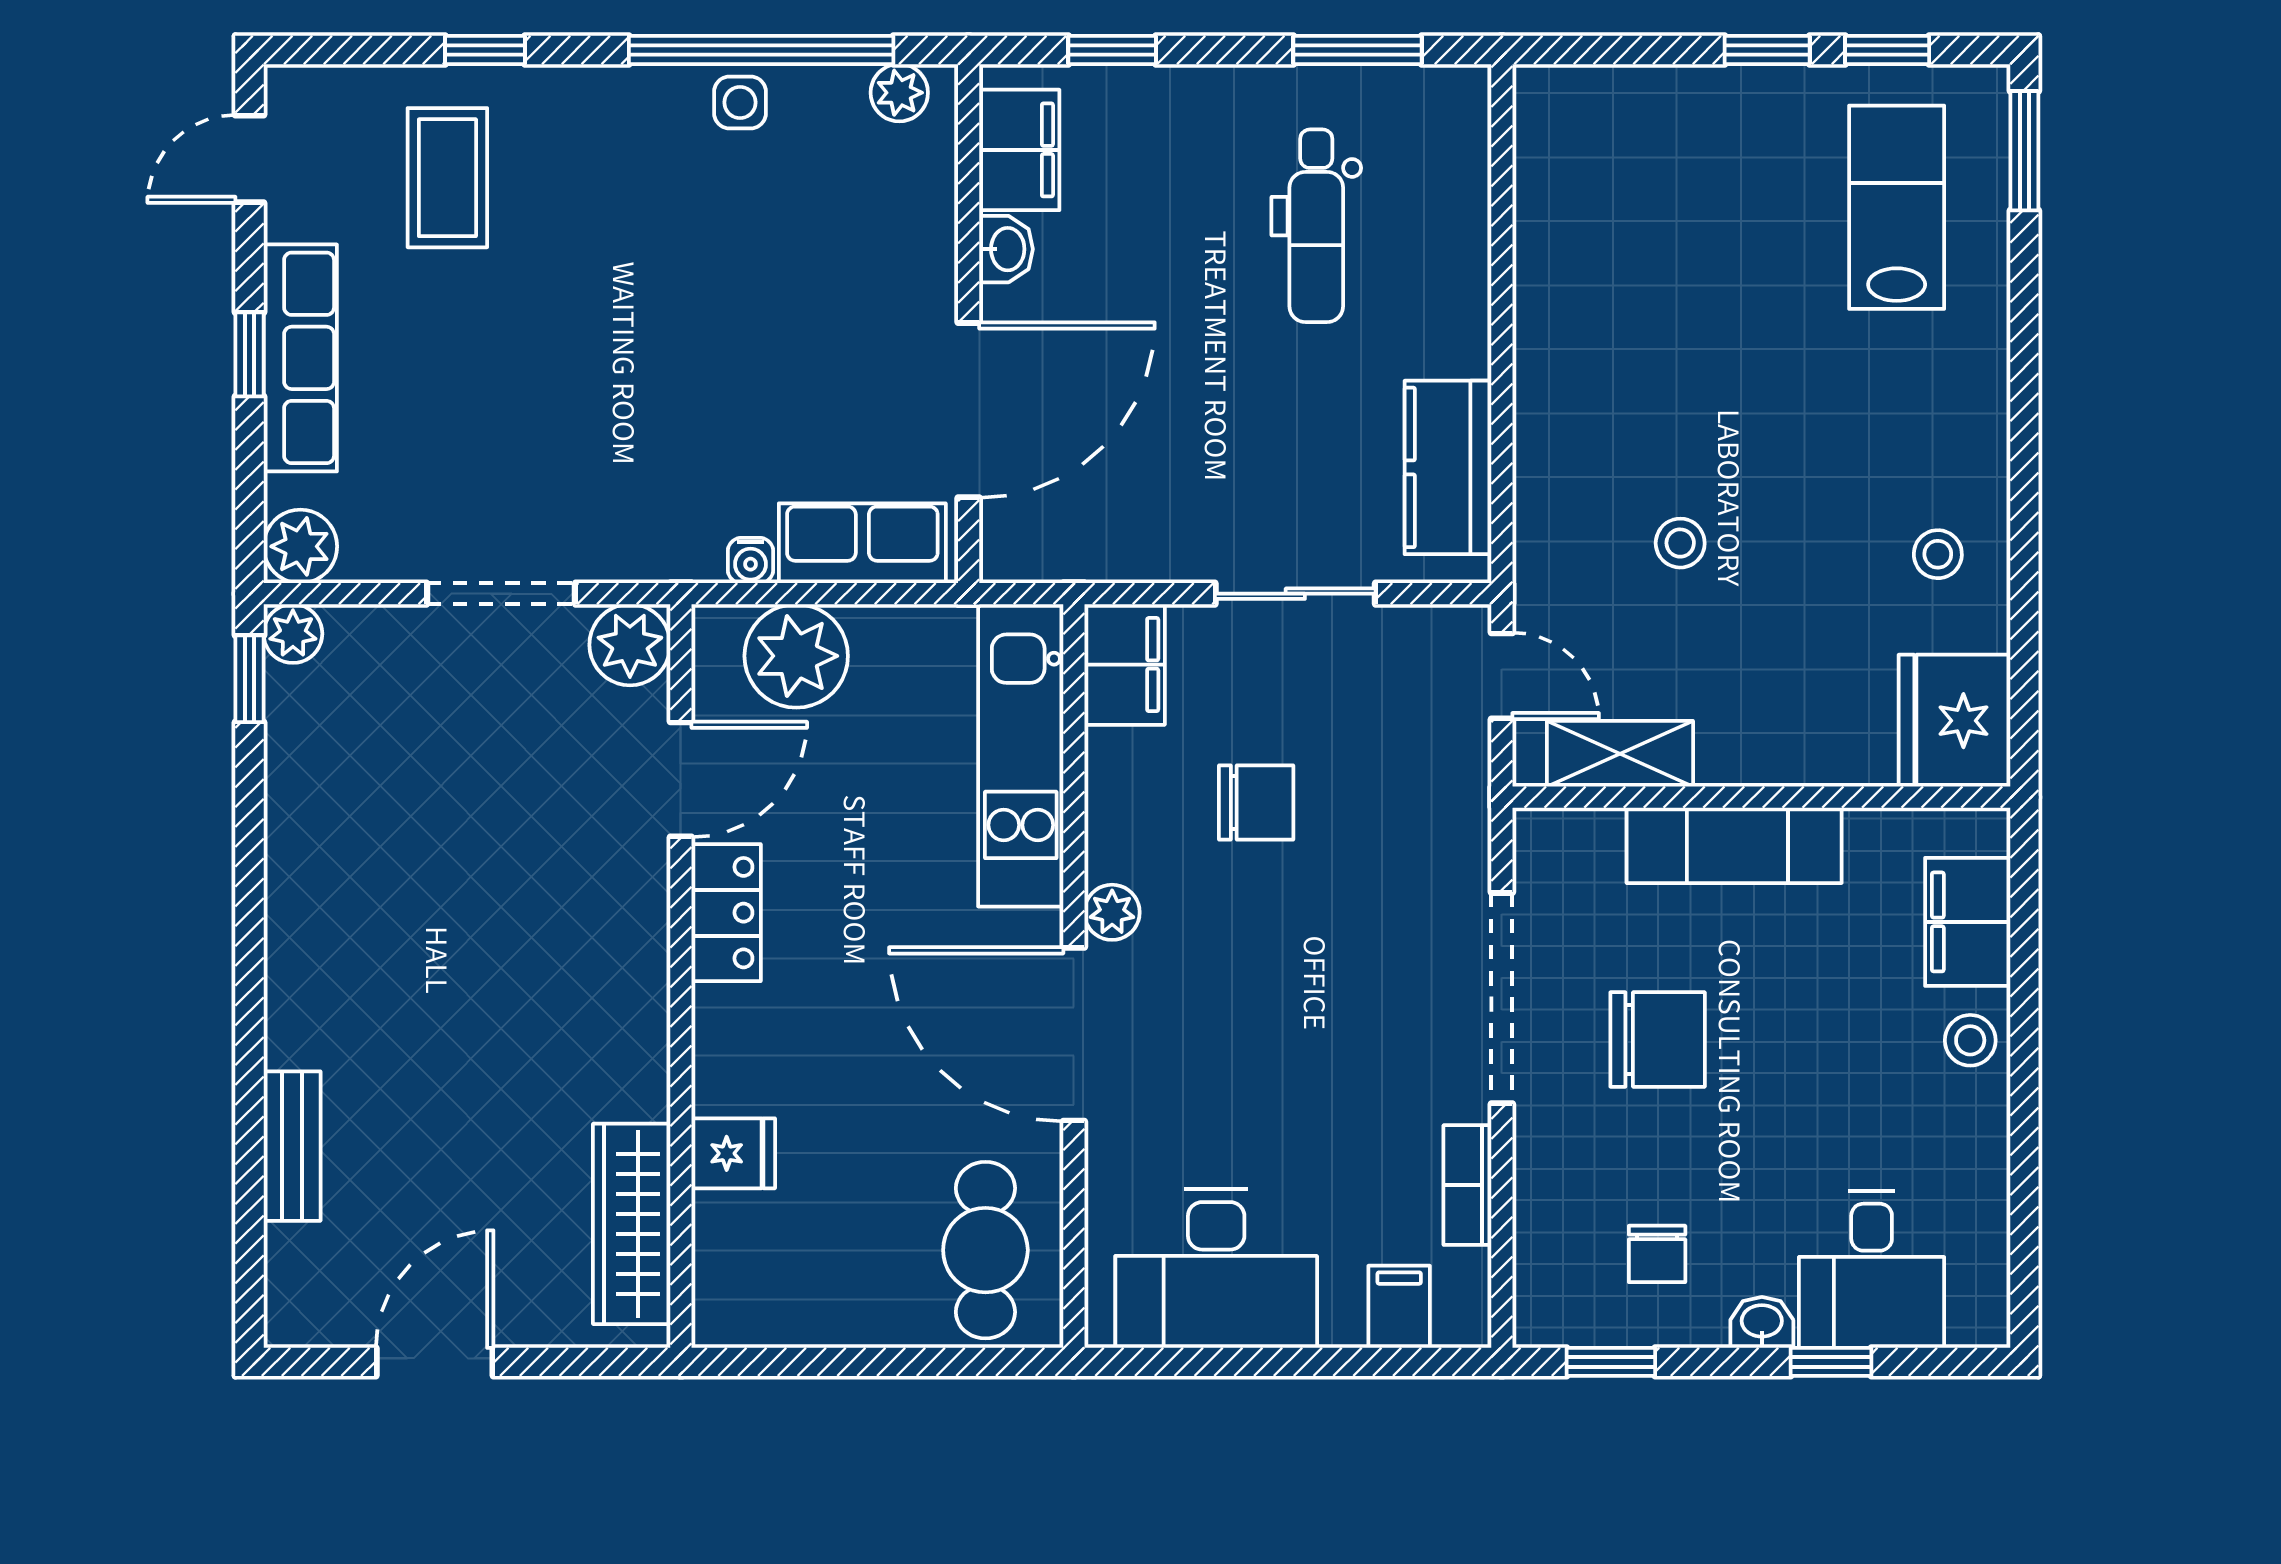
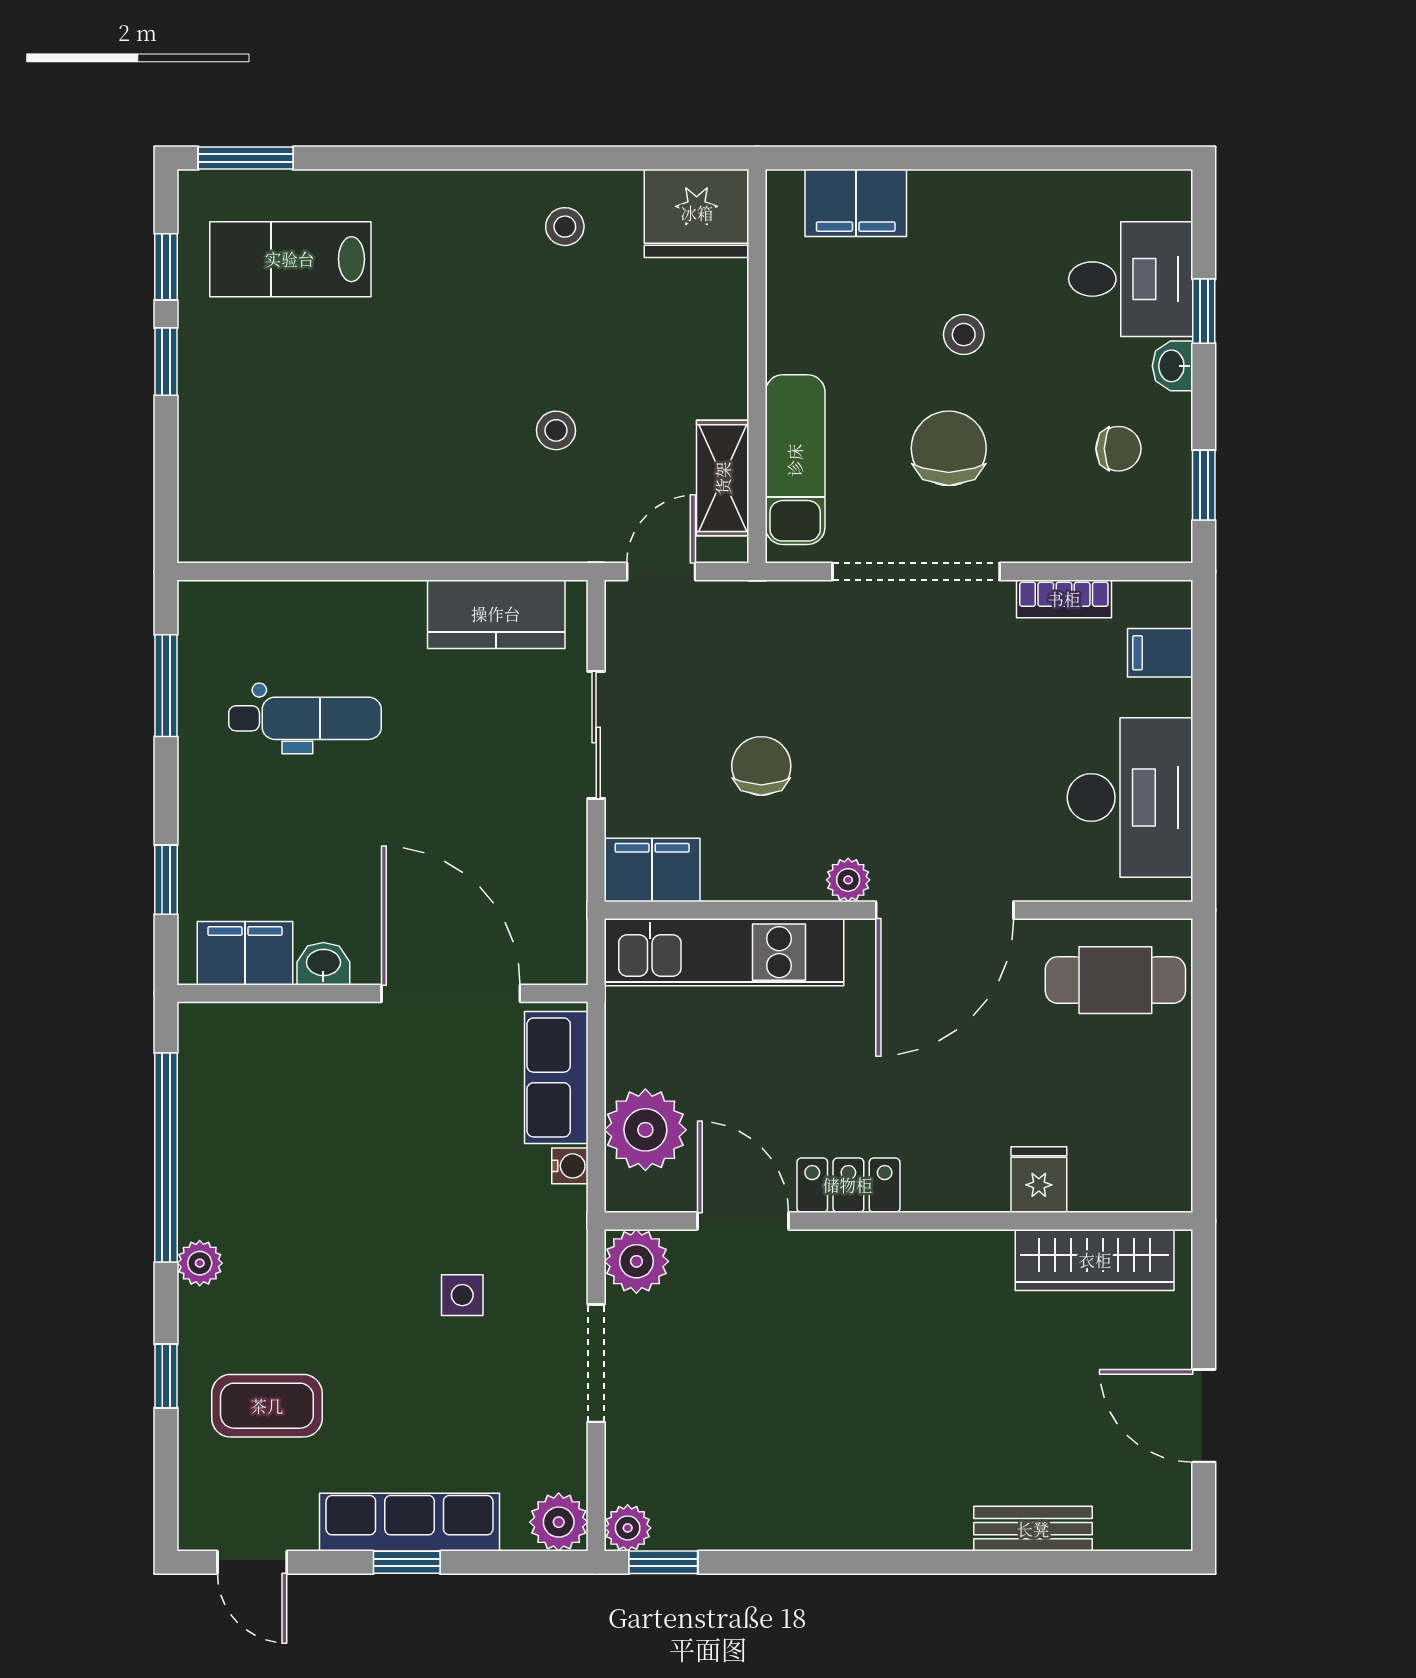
plant: (899, 93) -> (200, 1263), moved
side table: (740, 102) -> (462, 1295), moved
exam couch: (1734, 845) -> (795, 460), moved
stool: (1970, 1040) -> (964, 335), moved

